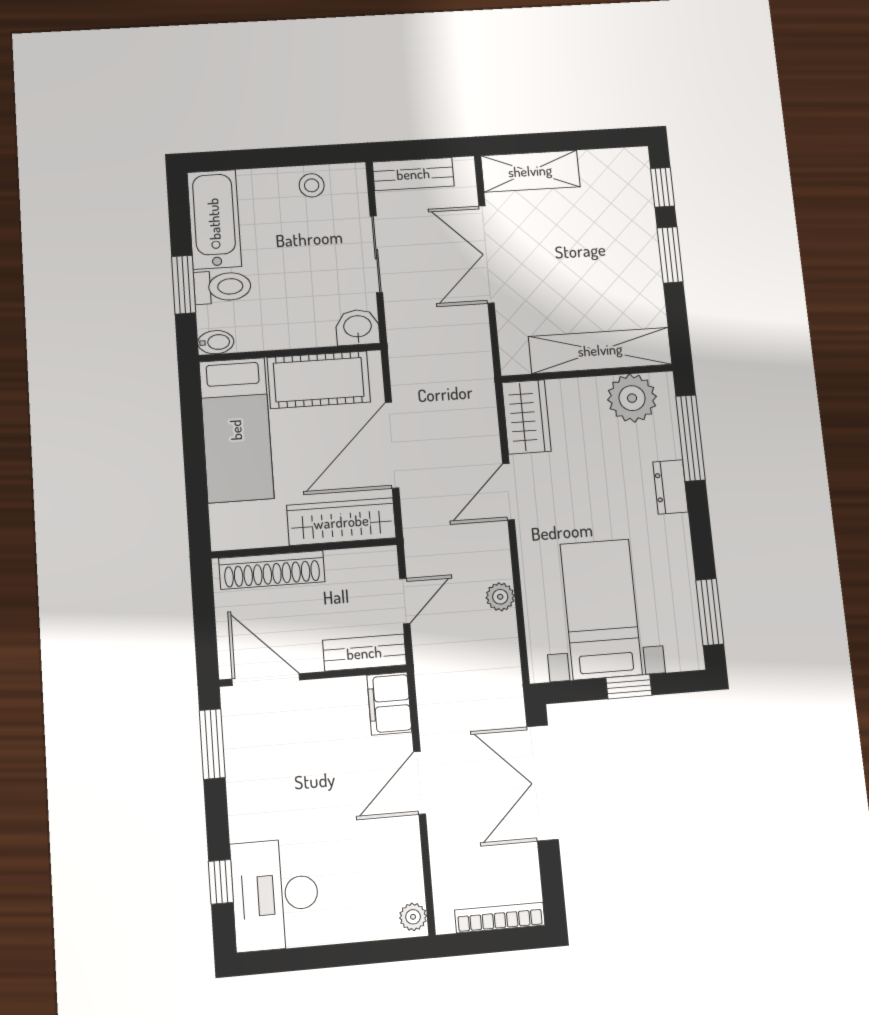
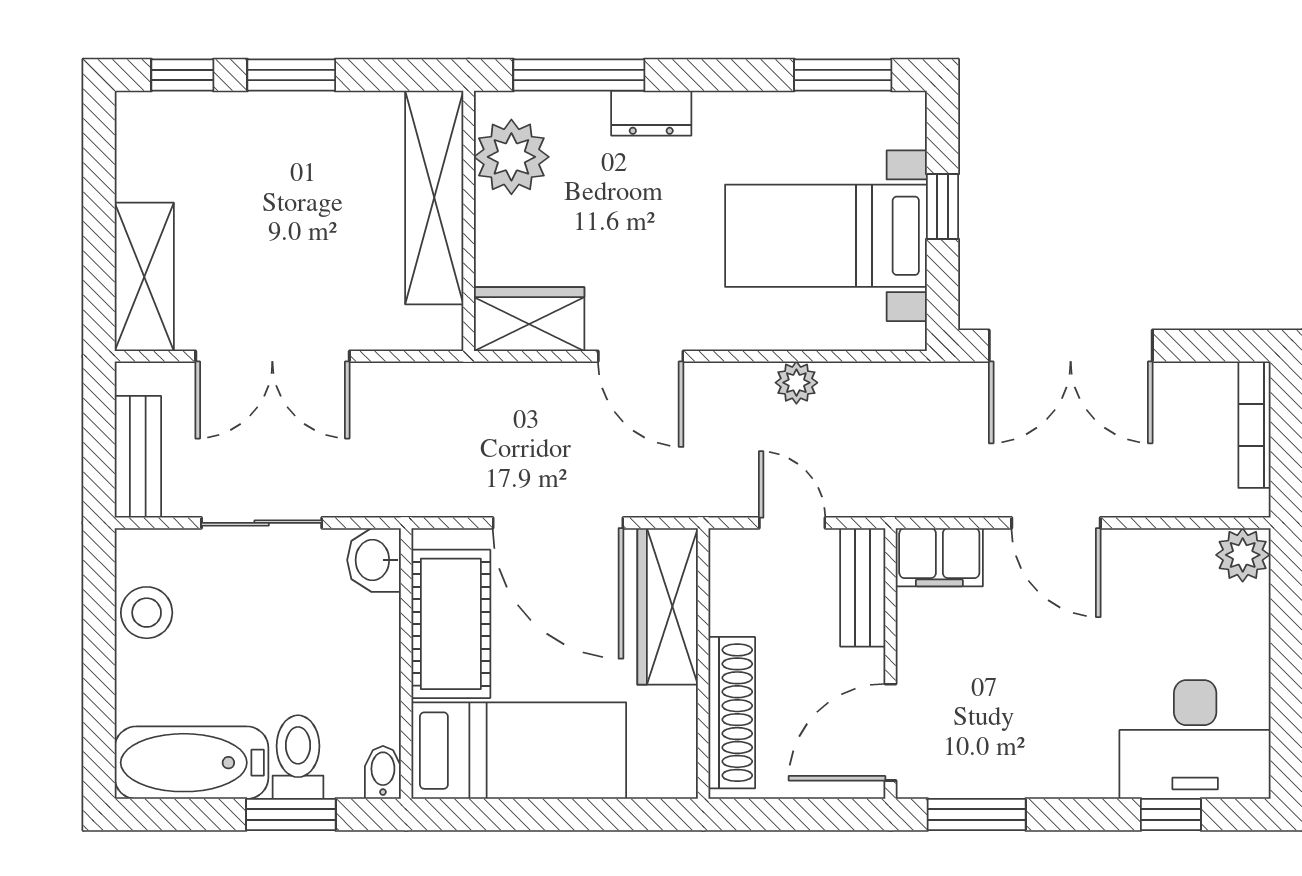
stool: (312, 185) -> (147, 613), width x1.37, depth x1.37
plant: (413, 917) -> (1243, 555), width x1.38, depth x1.38

